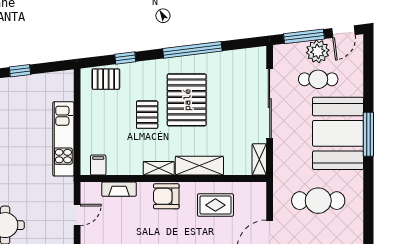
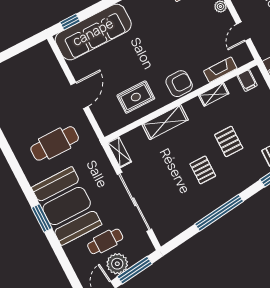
pallet: (187, 100) -> (203, 170), width x0.49, depth x0.50
window: (368, 134) -> (42, 218), width x0.69
shelving: (159, 168) -> (214, 94), moved

